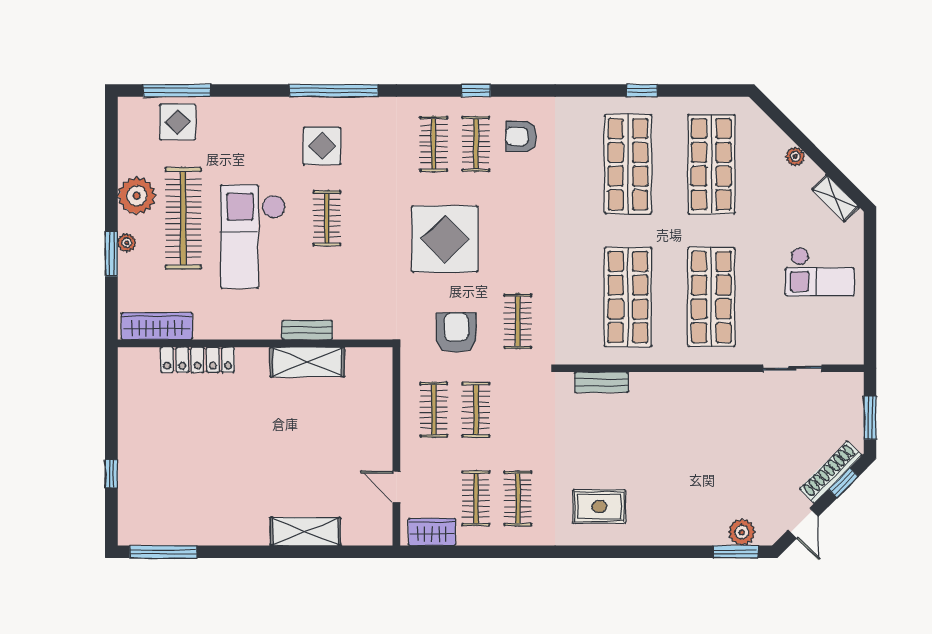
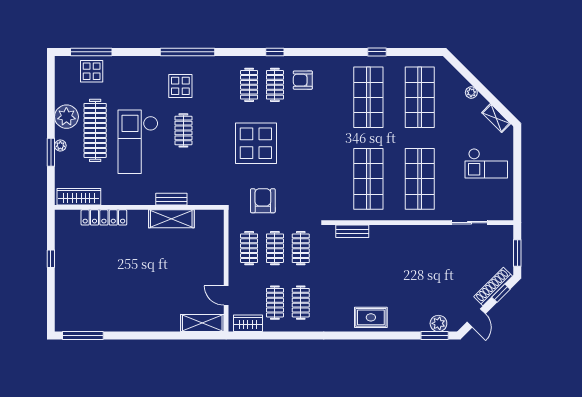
clothes rail: (518, 321) -> (301, 248), moved
window: (111, 474) -> (51, 259), moved
rug: (599, 507) -> (371, 317), moved
shelving: (305, 531) -> (202, 323), moved

